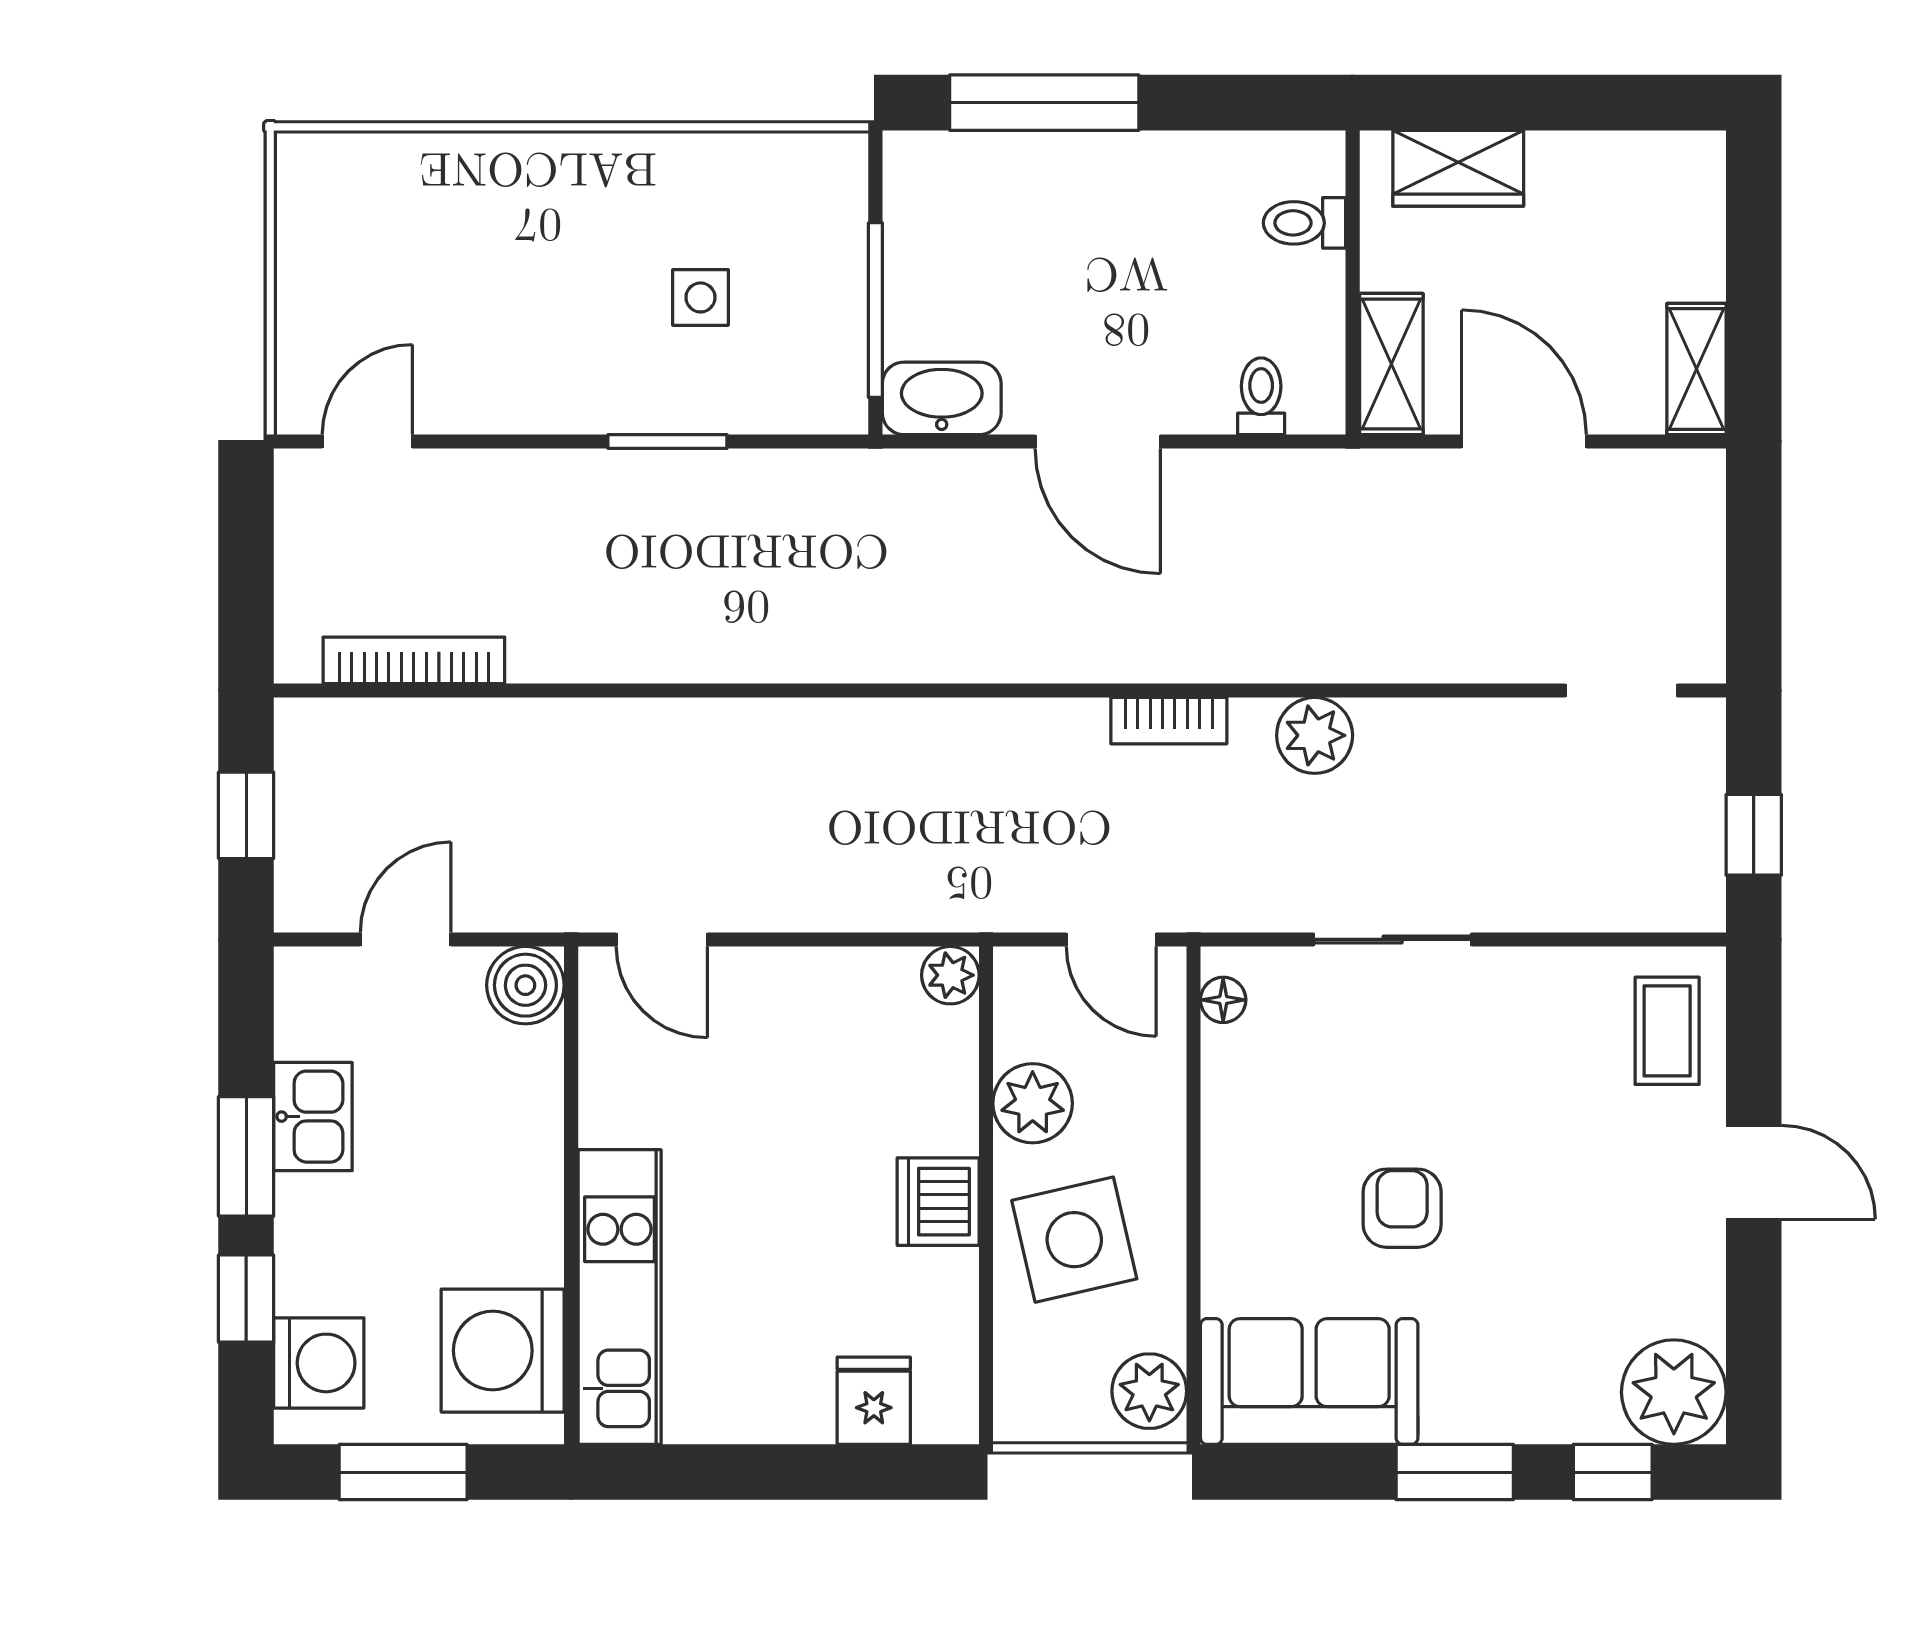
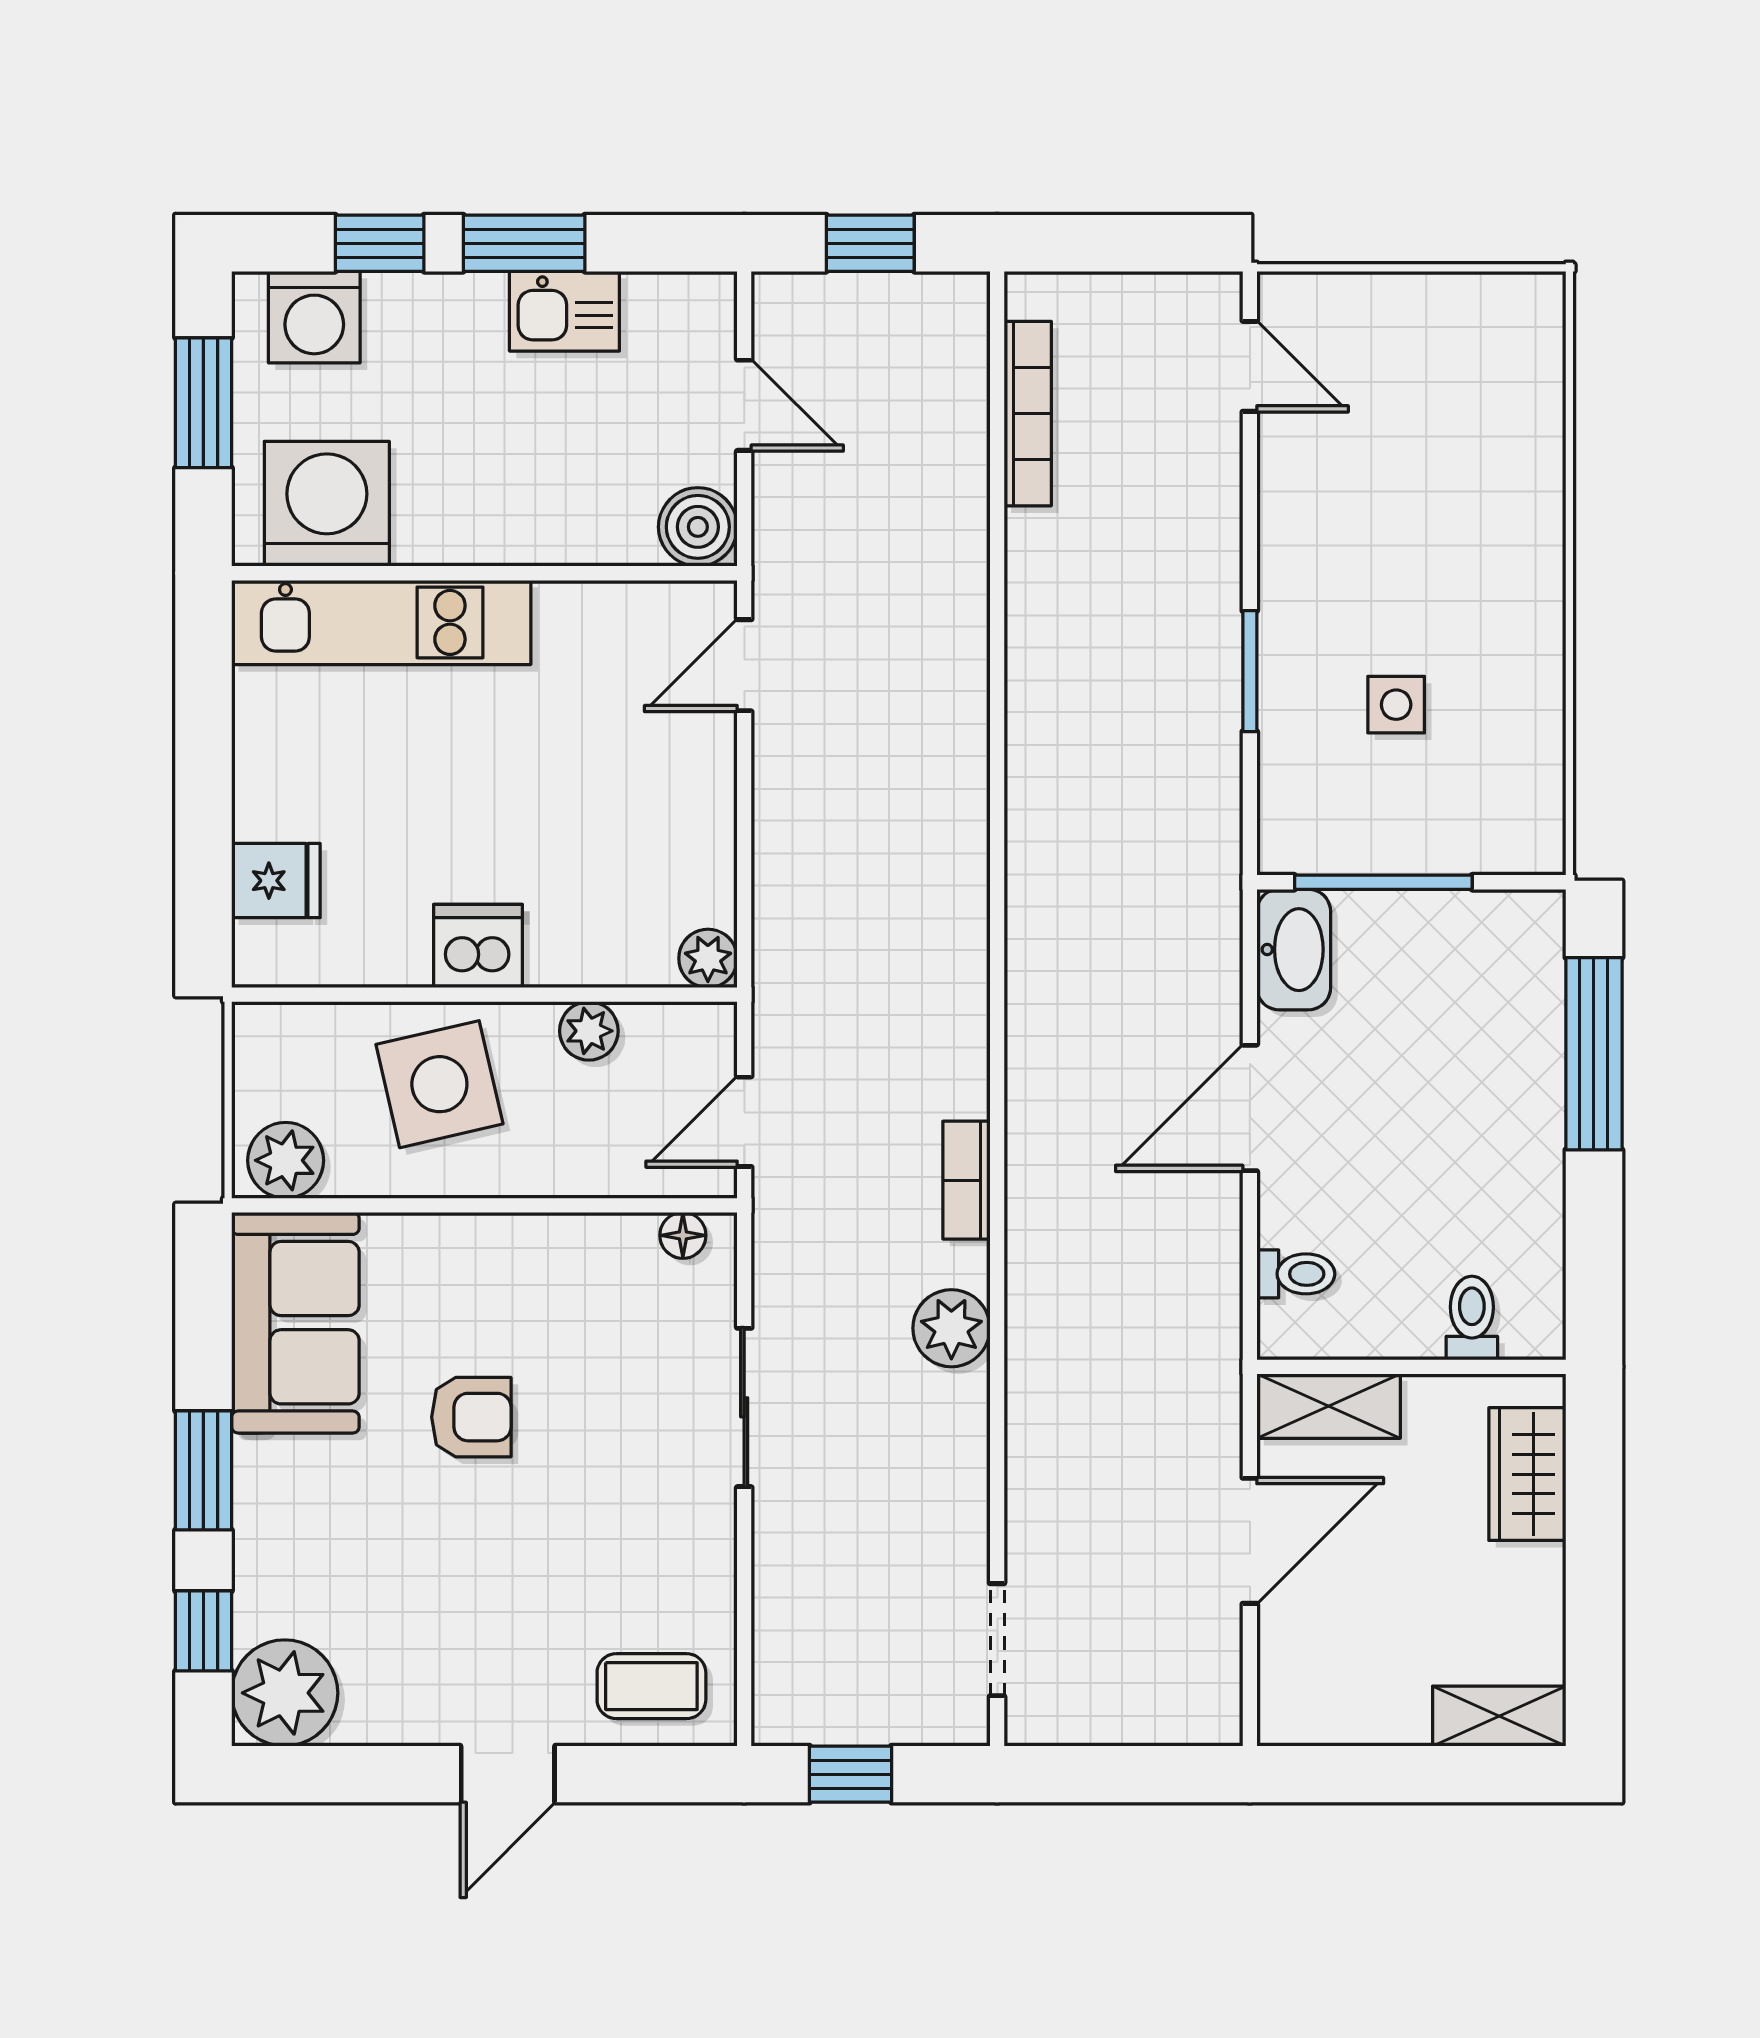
shelving: (1697, 369) -> (1499, 1716), moved
plant: (1033, 1103) -> (589, 1031), width x0.73, depth x0.73

